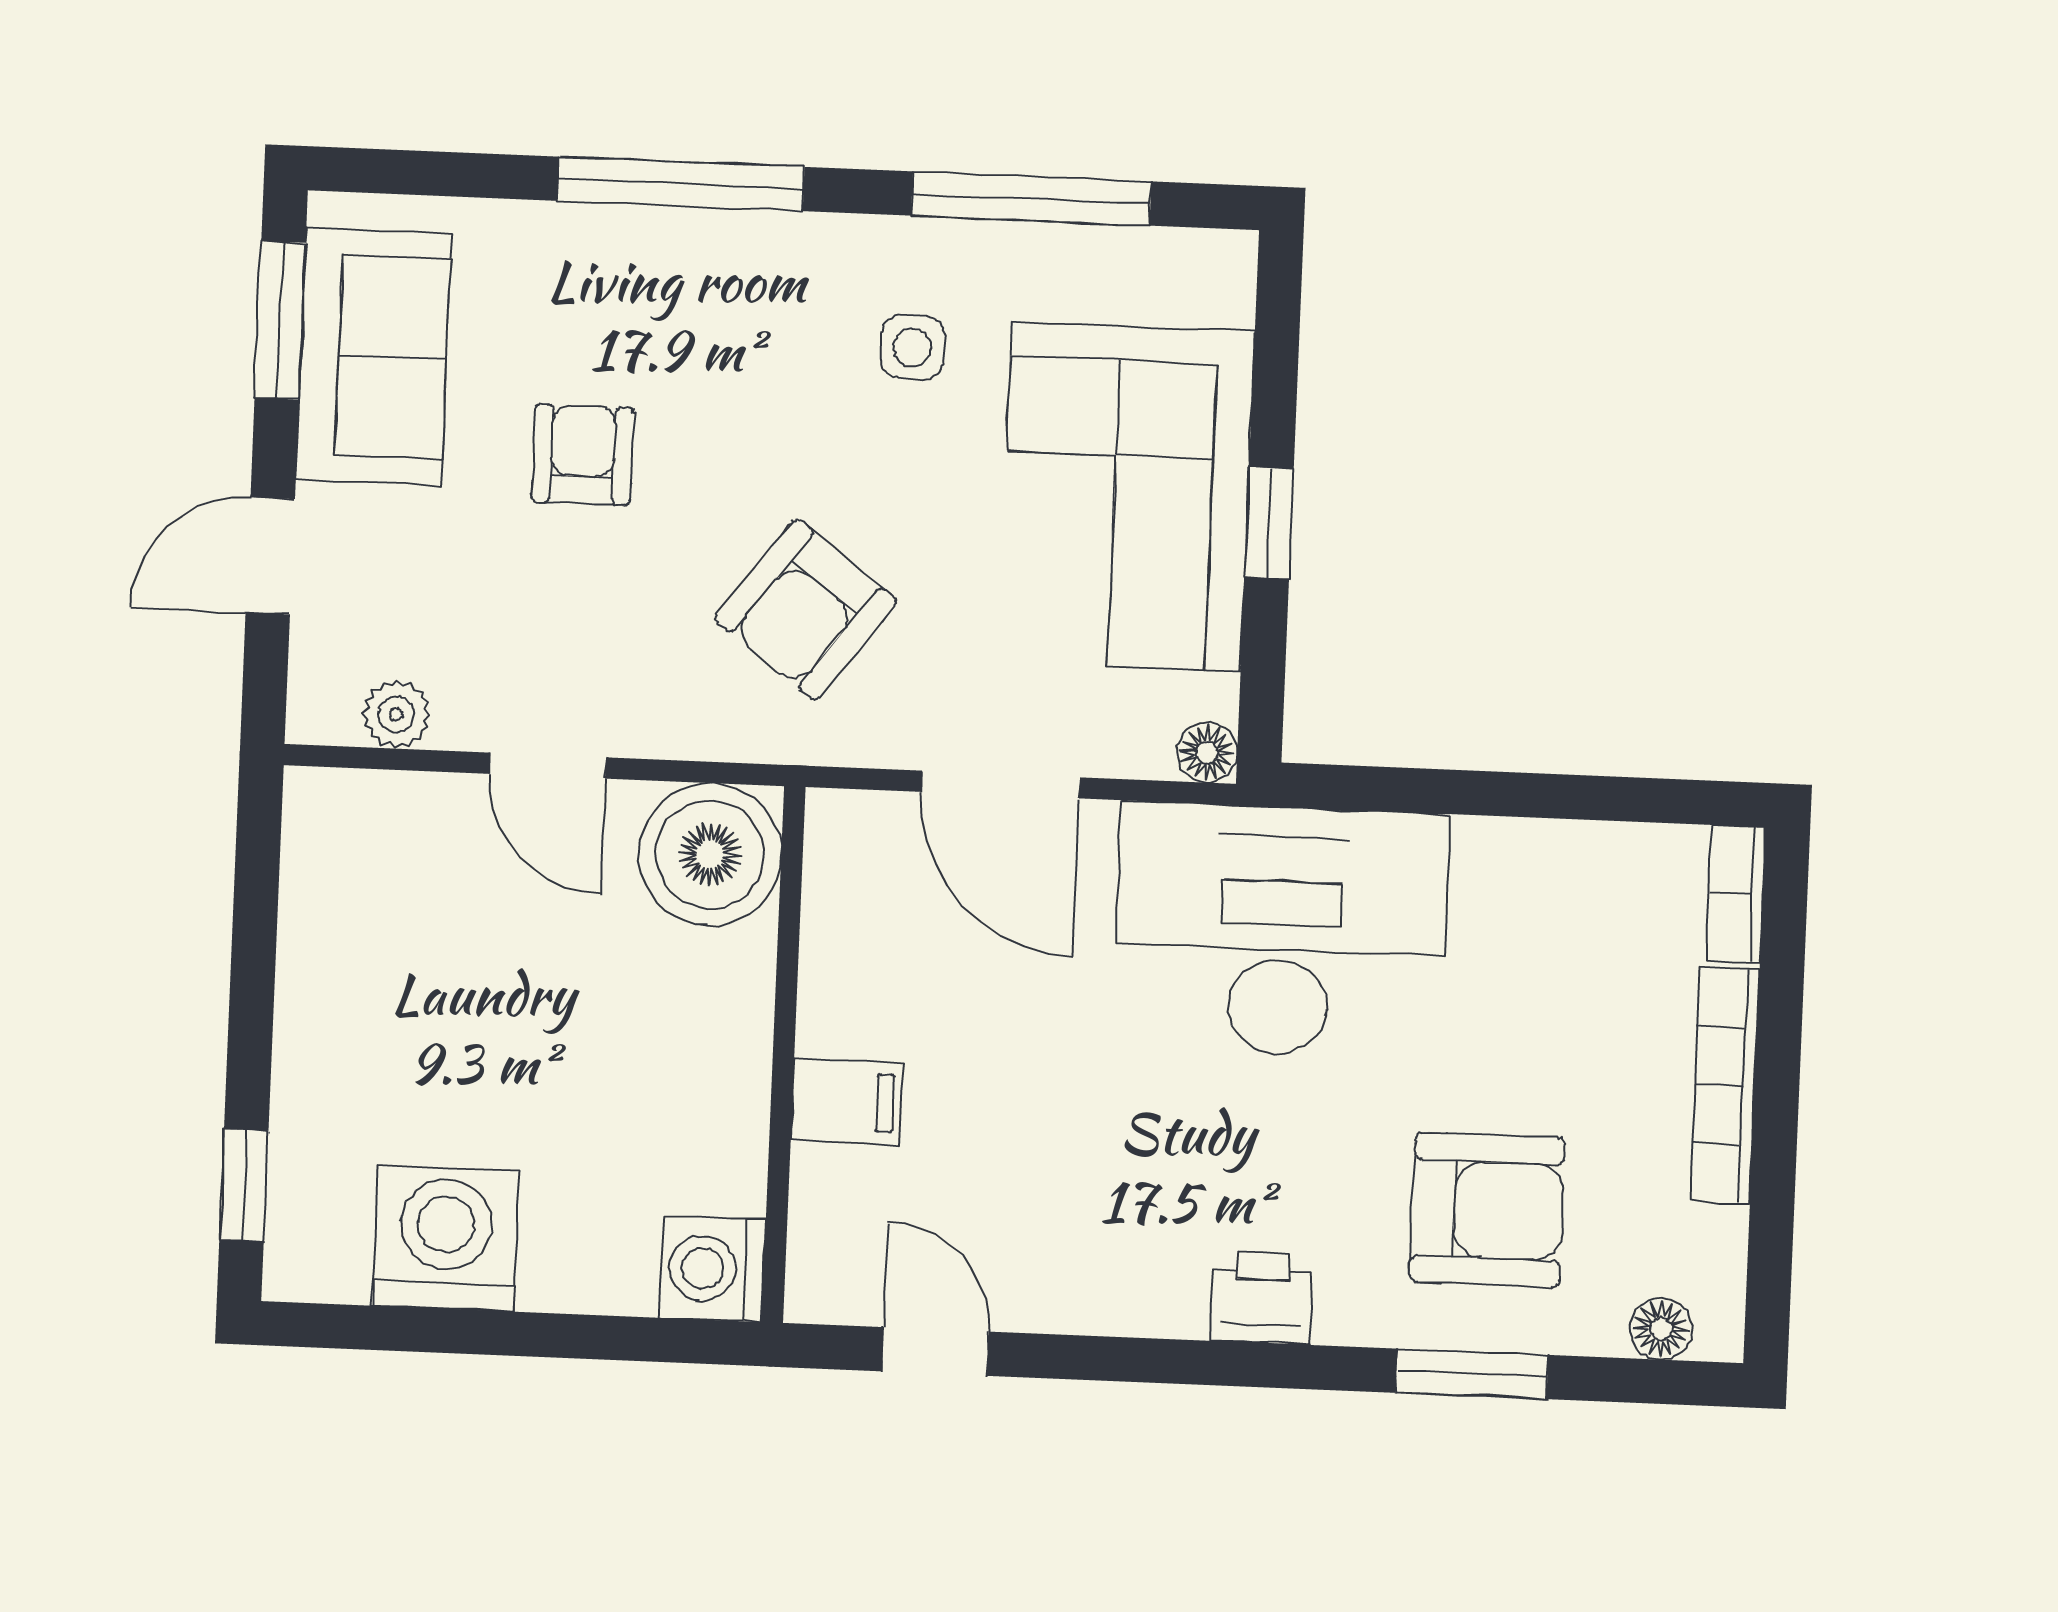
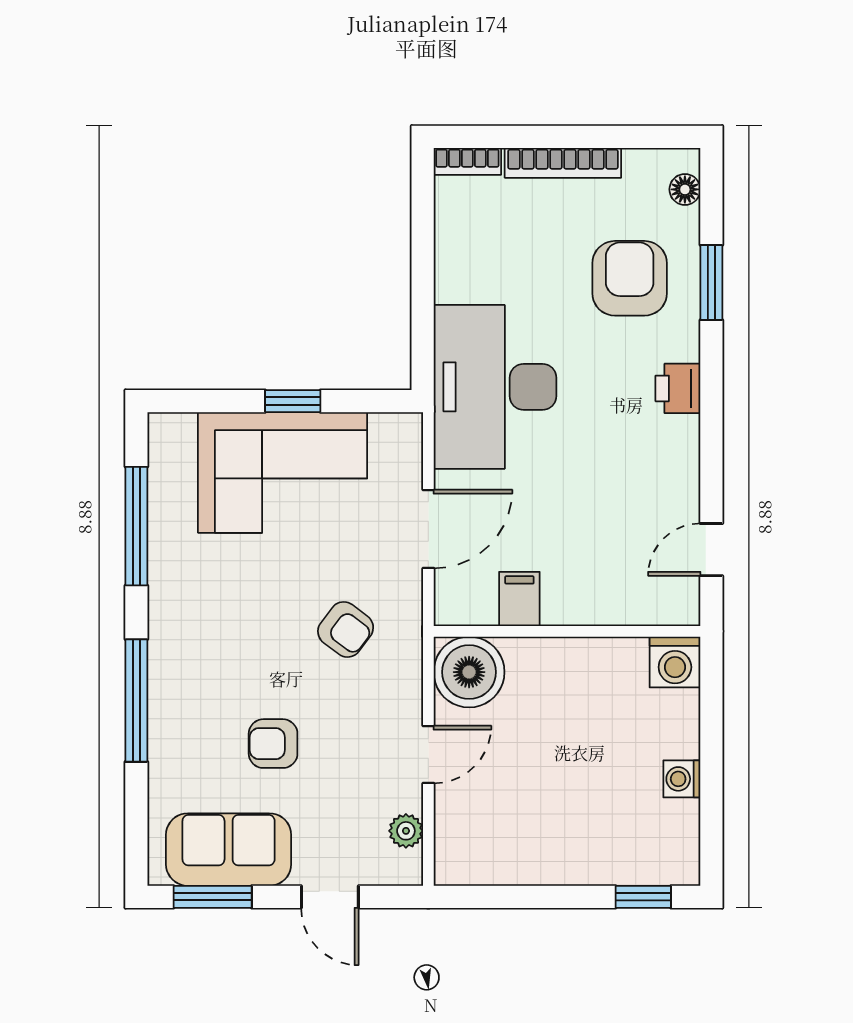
side table: (912, 347) -> (213, 582), removed
armchair: (806, 610) -> (346, 629), width x0.72, depth x0.72
floor lamp: (1207, 752) -> (408, 427), removed
filing cabinet: (847, 1101) -> (519, 599), moved
washing machine: (446, 1238) -> (682, 779), width x0.53, depth x0.53

